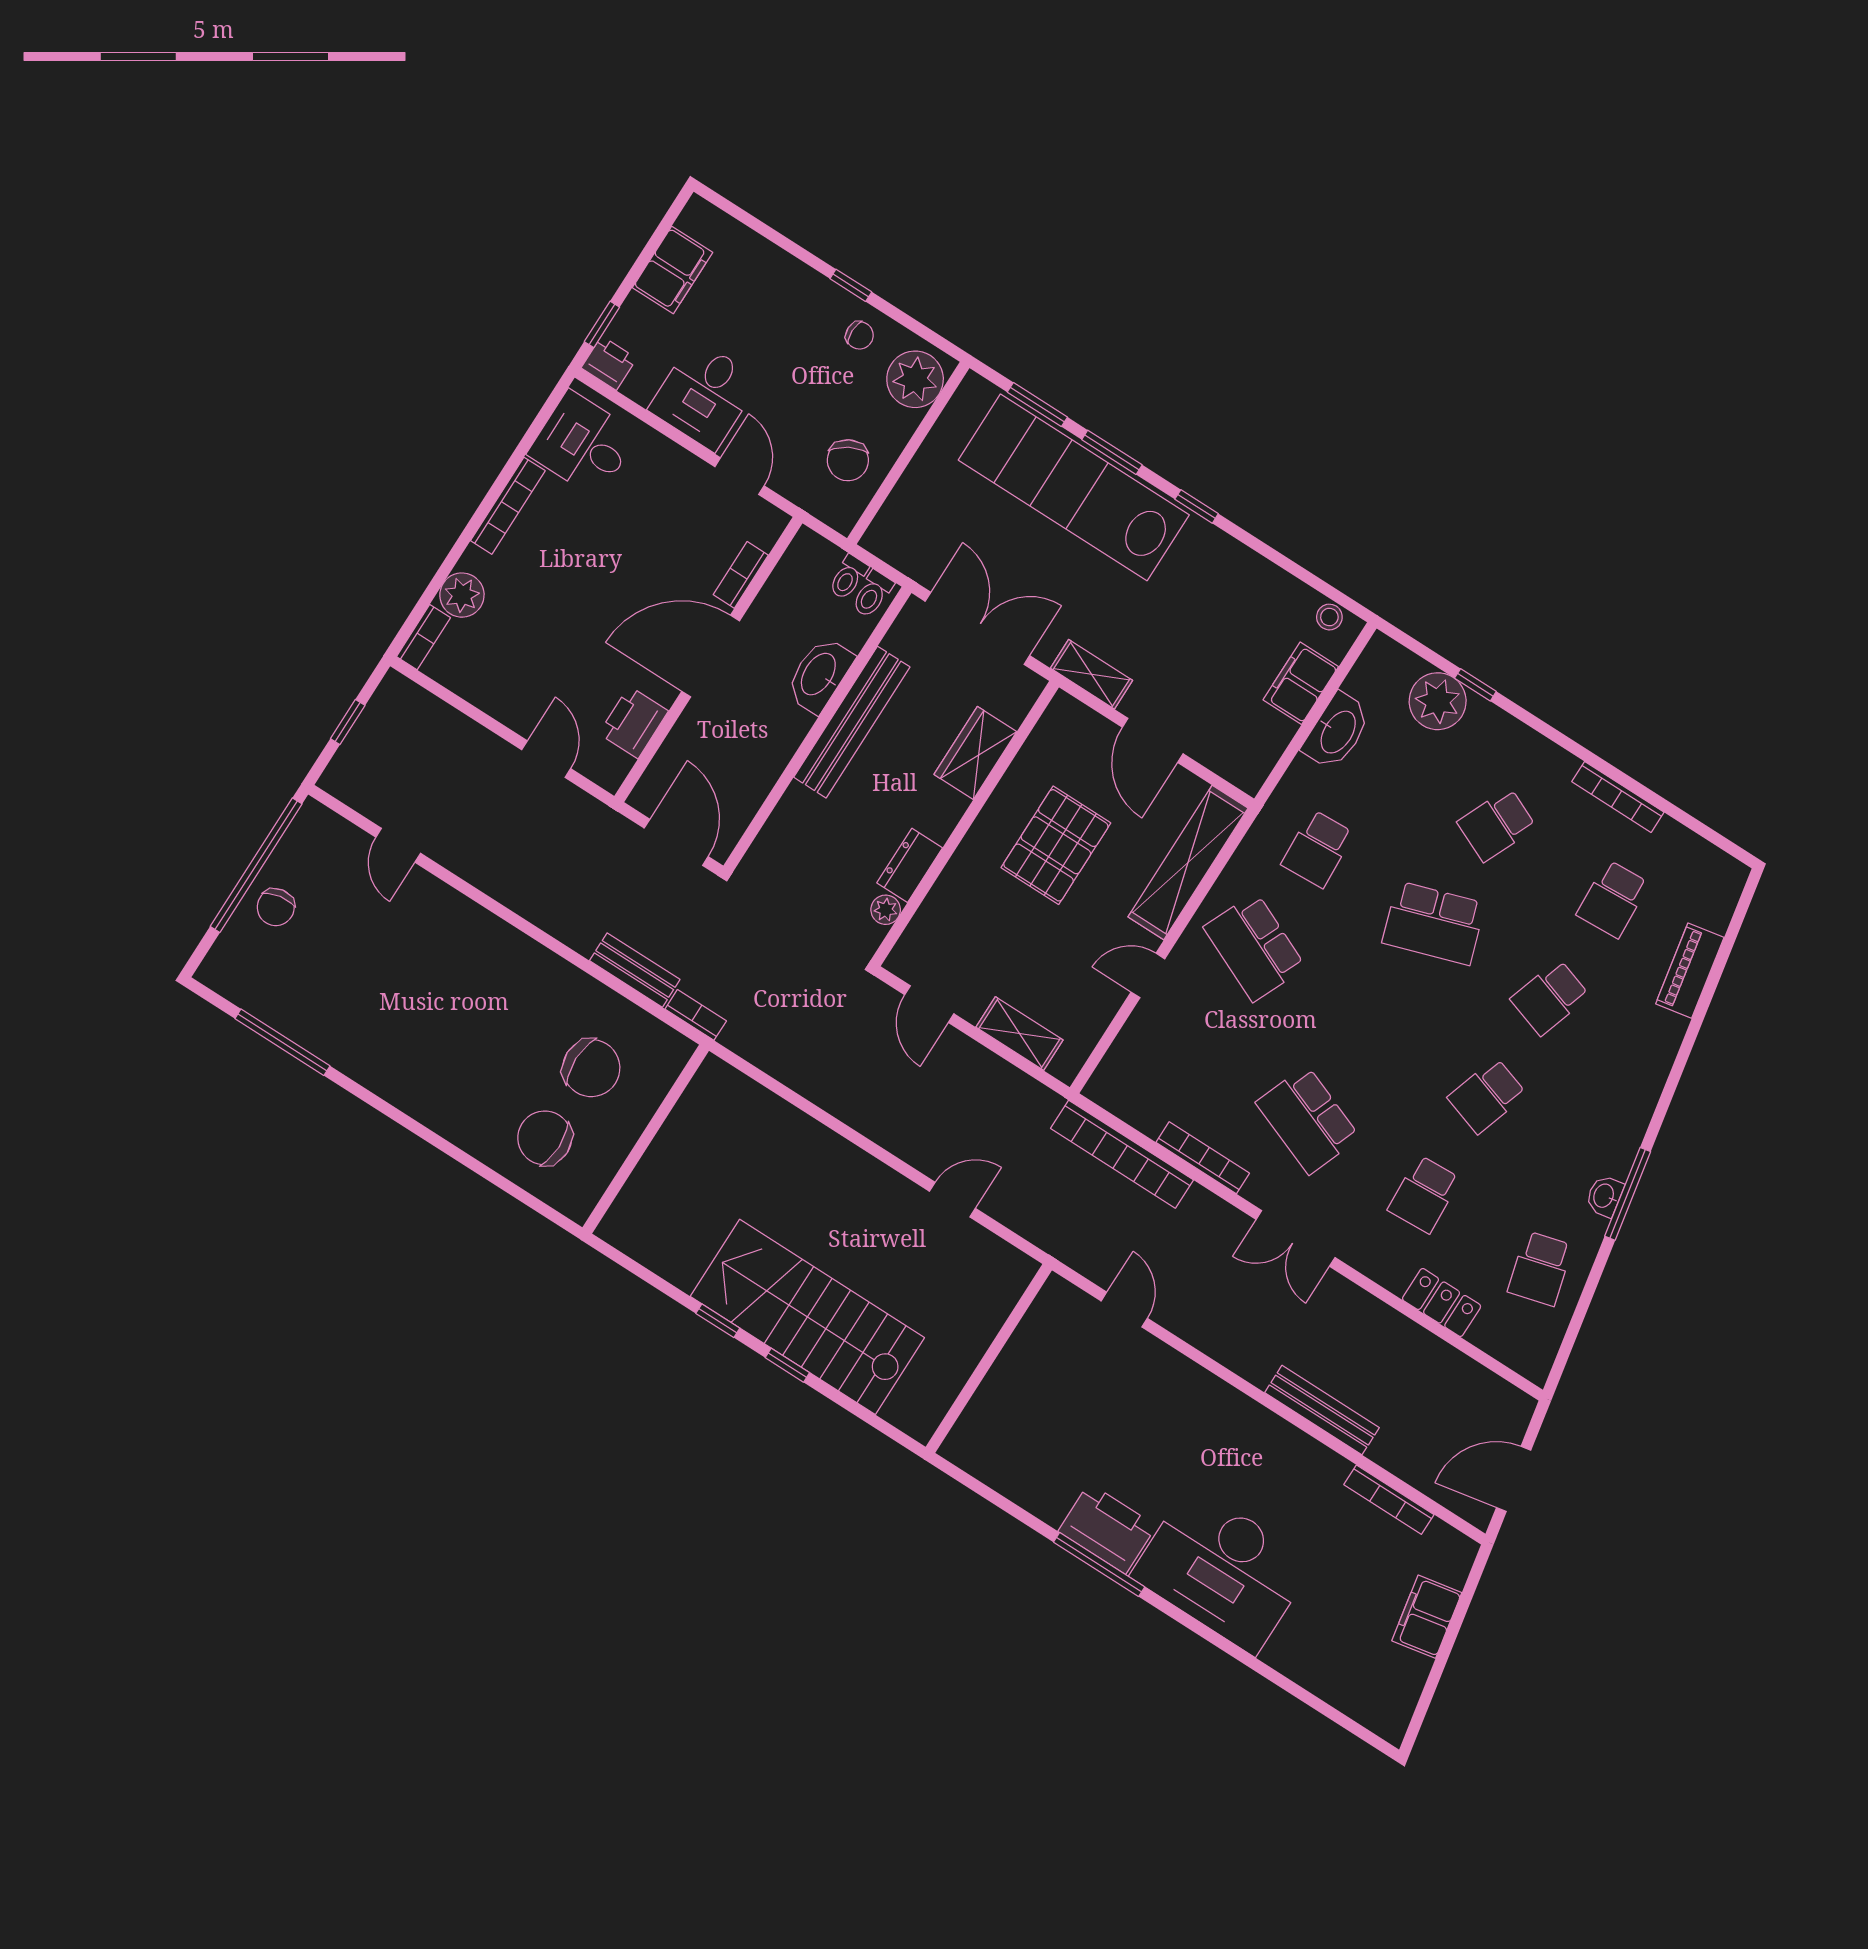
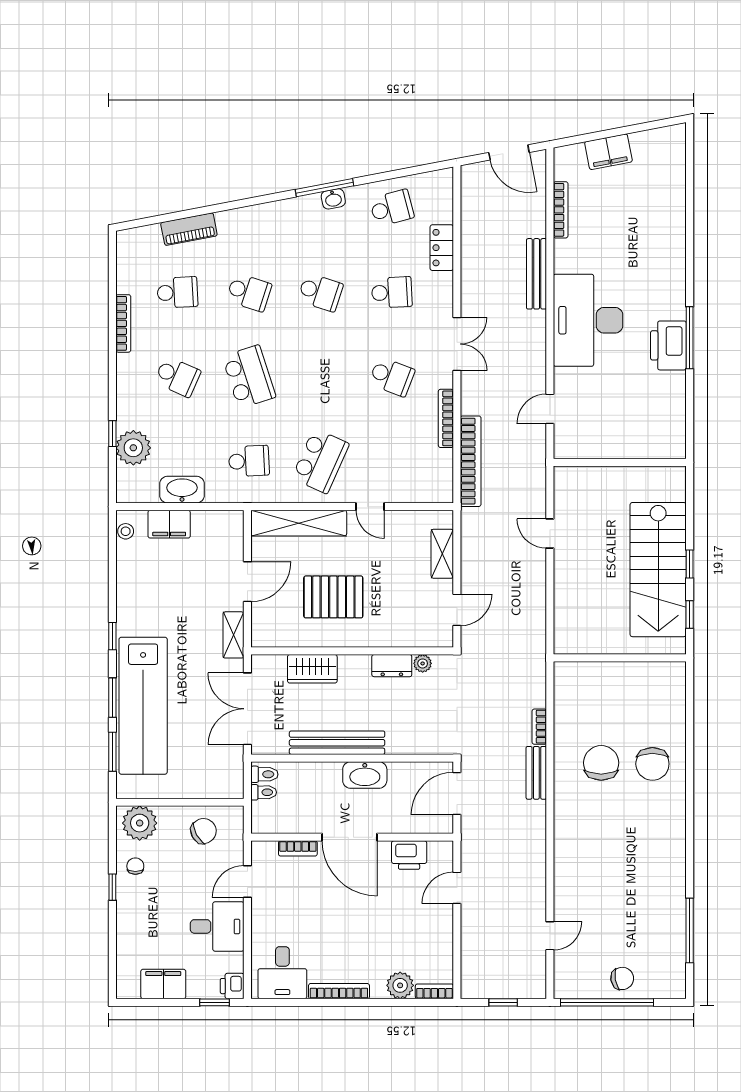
washbasin: (819, 675) -> (365, 775), moved
school desk: (1308, 1120) -> (392, 377), width x0.54
wall: (646, 1139) -> (620, 658), moved
desk: (1222, 1569) -> (588, 320), moved, turned 180

